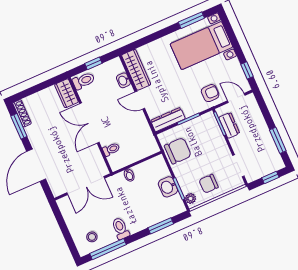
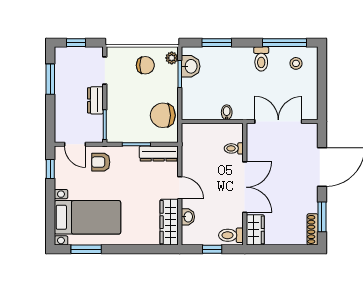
dresser: (229, 125) -> (95, 100), moved
washbasin: (168, 187) -> (191, 66), moved

